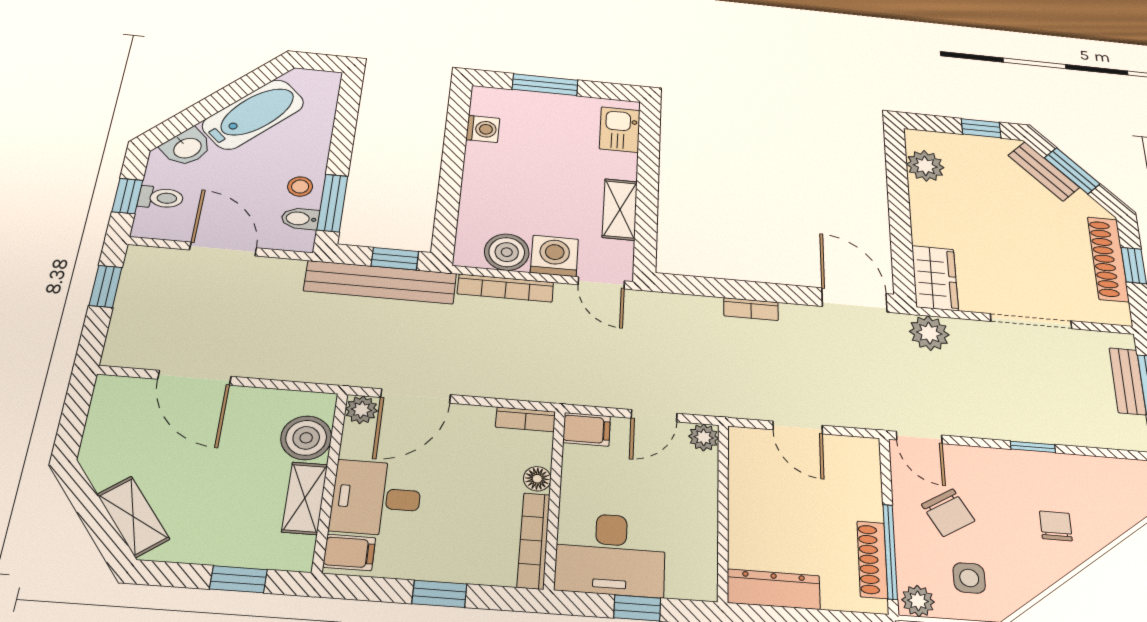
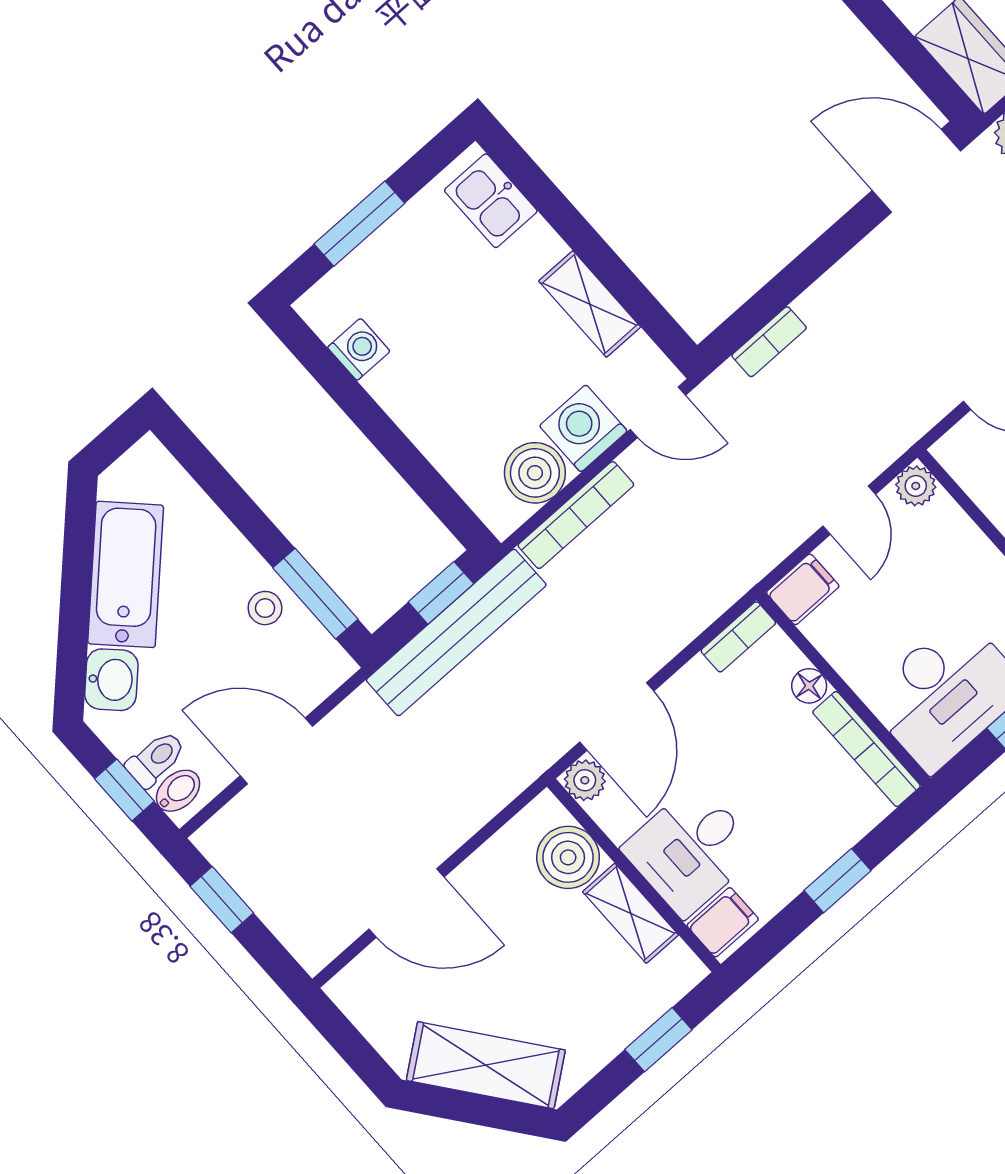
bidet: (300, 219) -> (178, 791), moved, turned 180
bookcase: (751, 309) -> (769, 342), moved
shelving: (133, 517) -> (486, 1065), width x1.50, depth x1.33

